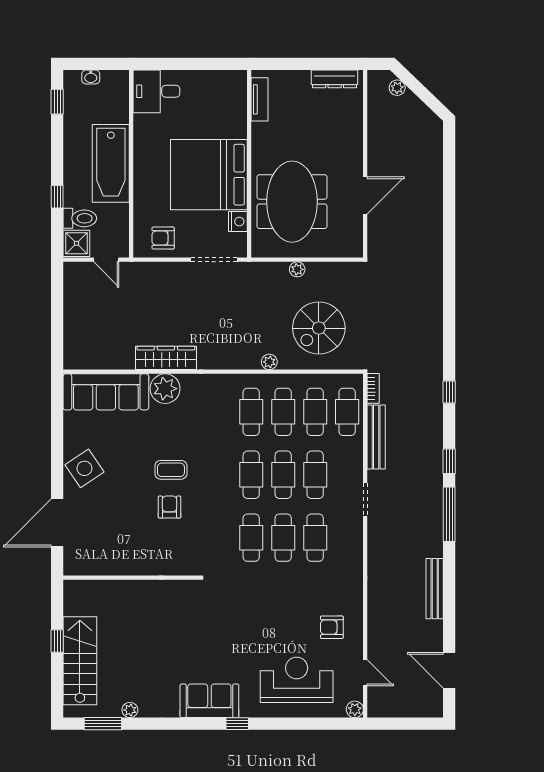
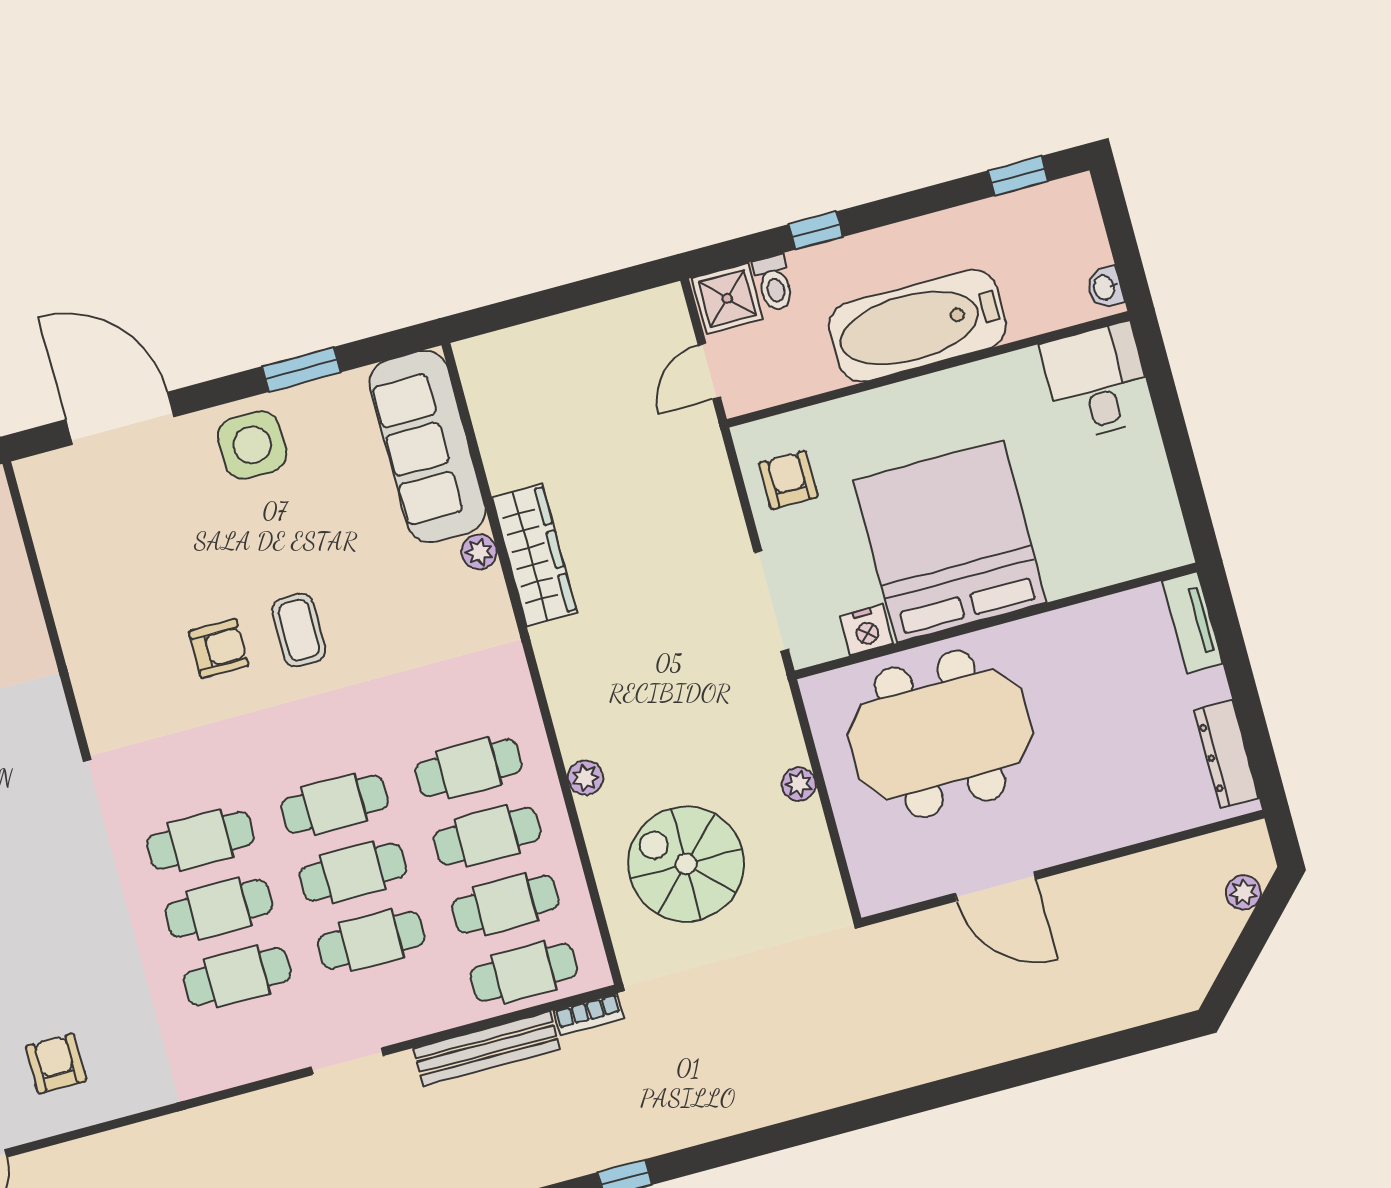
washbasin: (91, 77) -> (1105, 287), moved
tv unit: (260, 99) -> (1192, 622), moved, turned 90
toilet: (80, 218) -> (774, 283), width x0.73, depth x0.72
plant: (165, 389) -> (479, 552), width x0.53, depth x0.53
window: (57, 438) -> (301, 369), added
side table: (84, 468) -> (252, 445), turned 34

